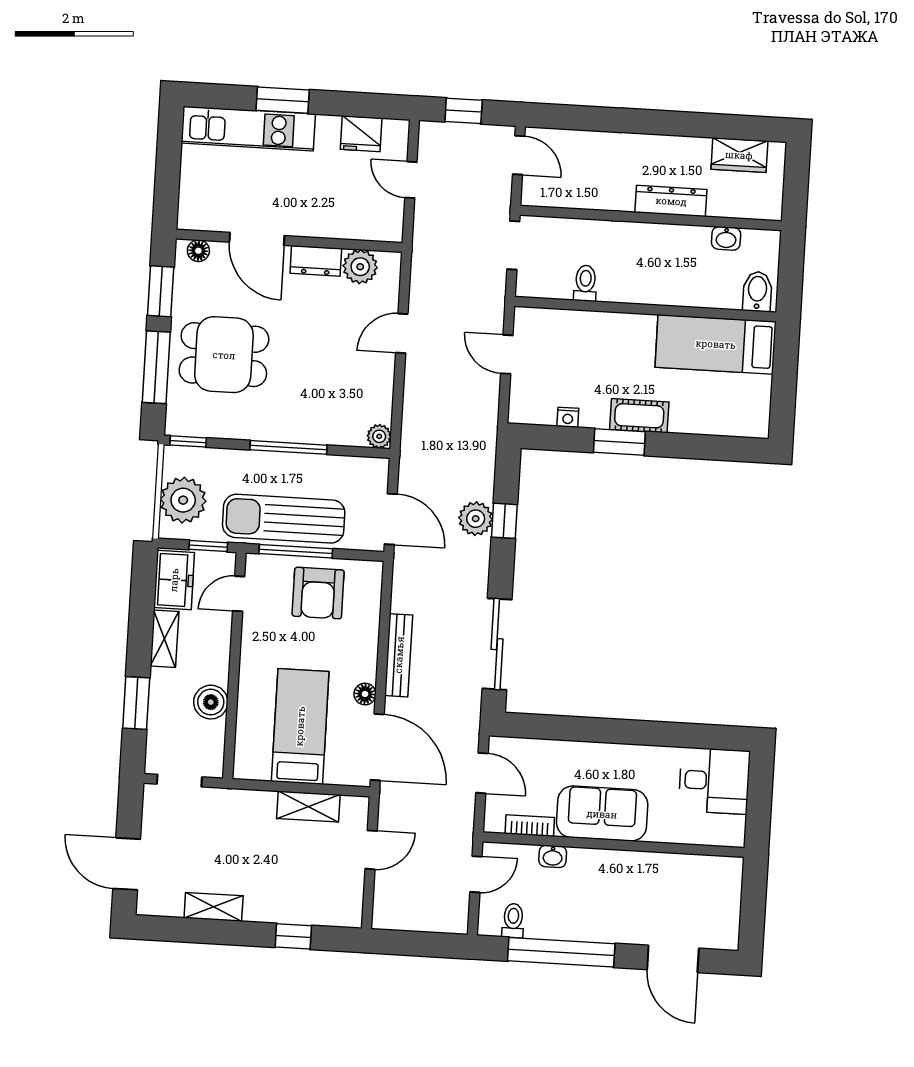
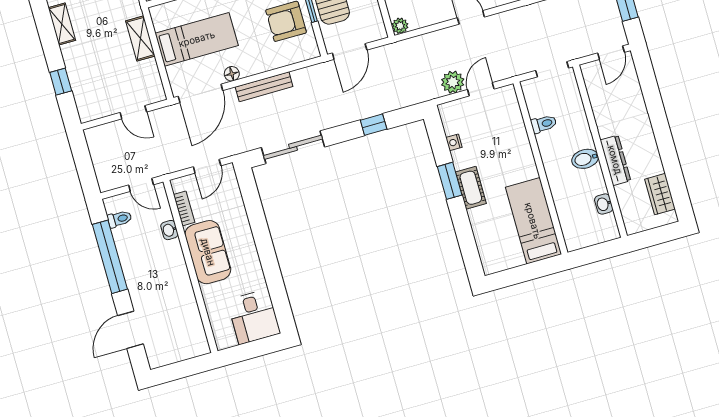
bidet: (757, 291) -> (585, 159), moved, turned 180
plant: (476, 519) -> (453, 82), moved
shelving: (308, 807) -> (140, 38), moved

